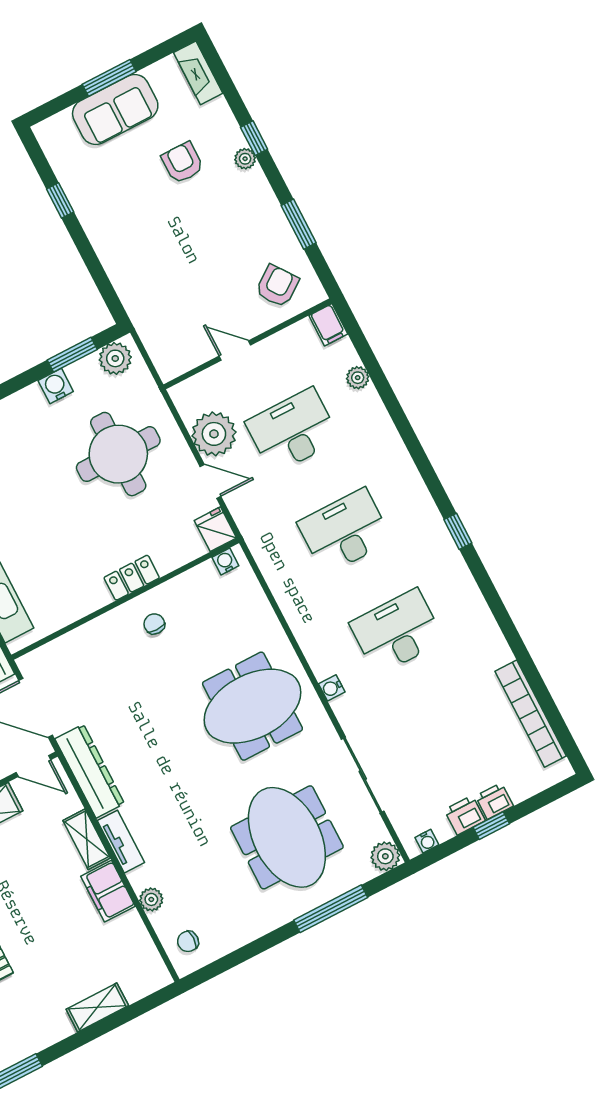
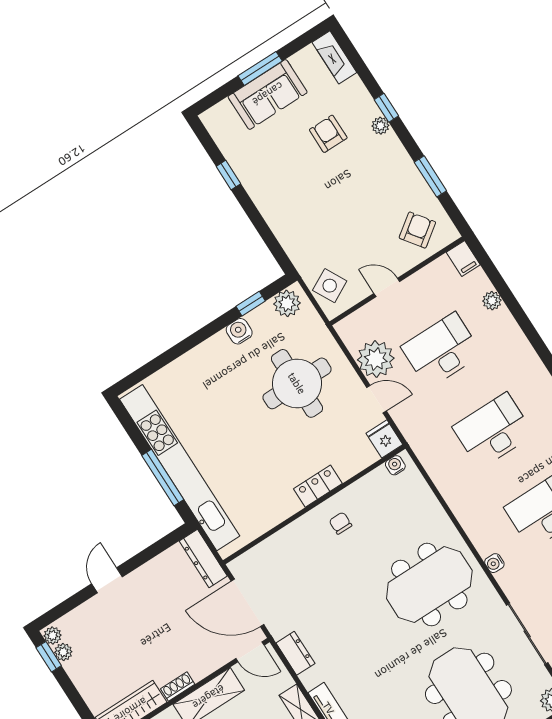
side table: (168, 342) -> (330, 286), added
window: (72, 355) -> (251, 304), width x0.67
dresser: (90, 771) -> (295, 653), width x0.51, depth x0.80

